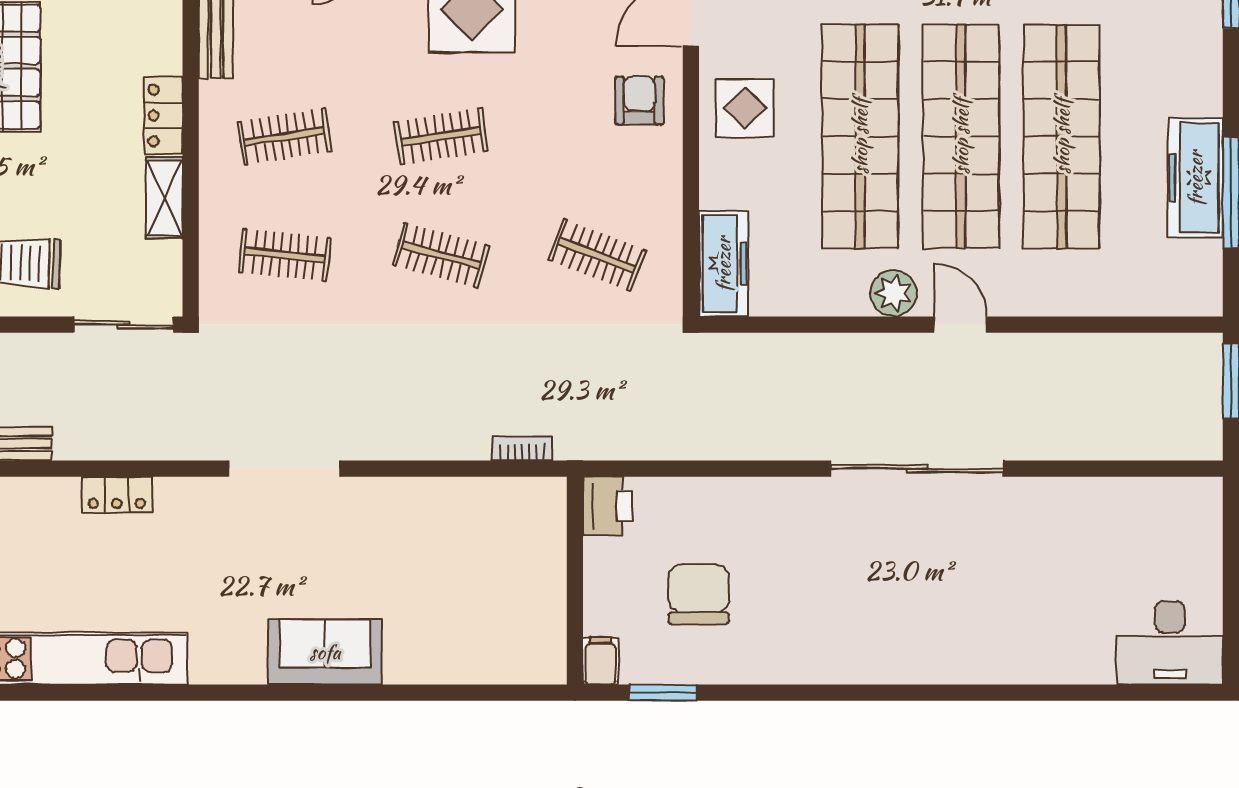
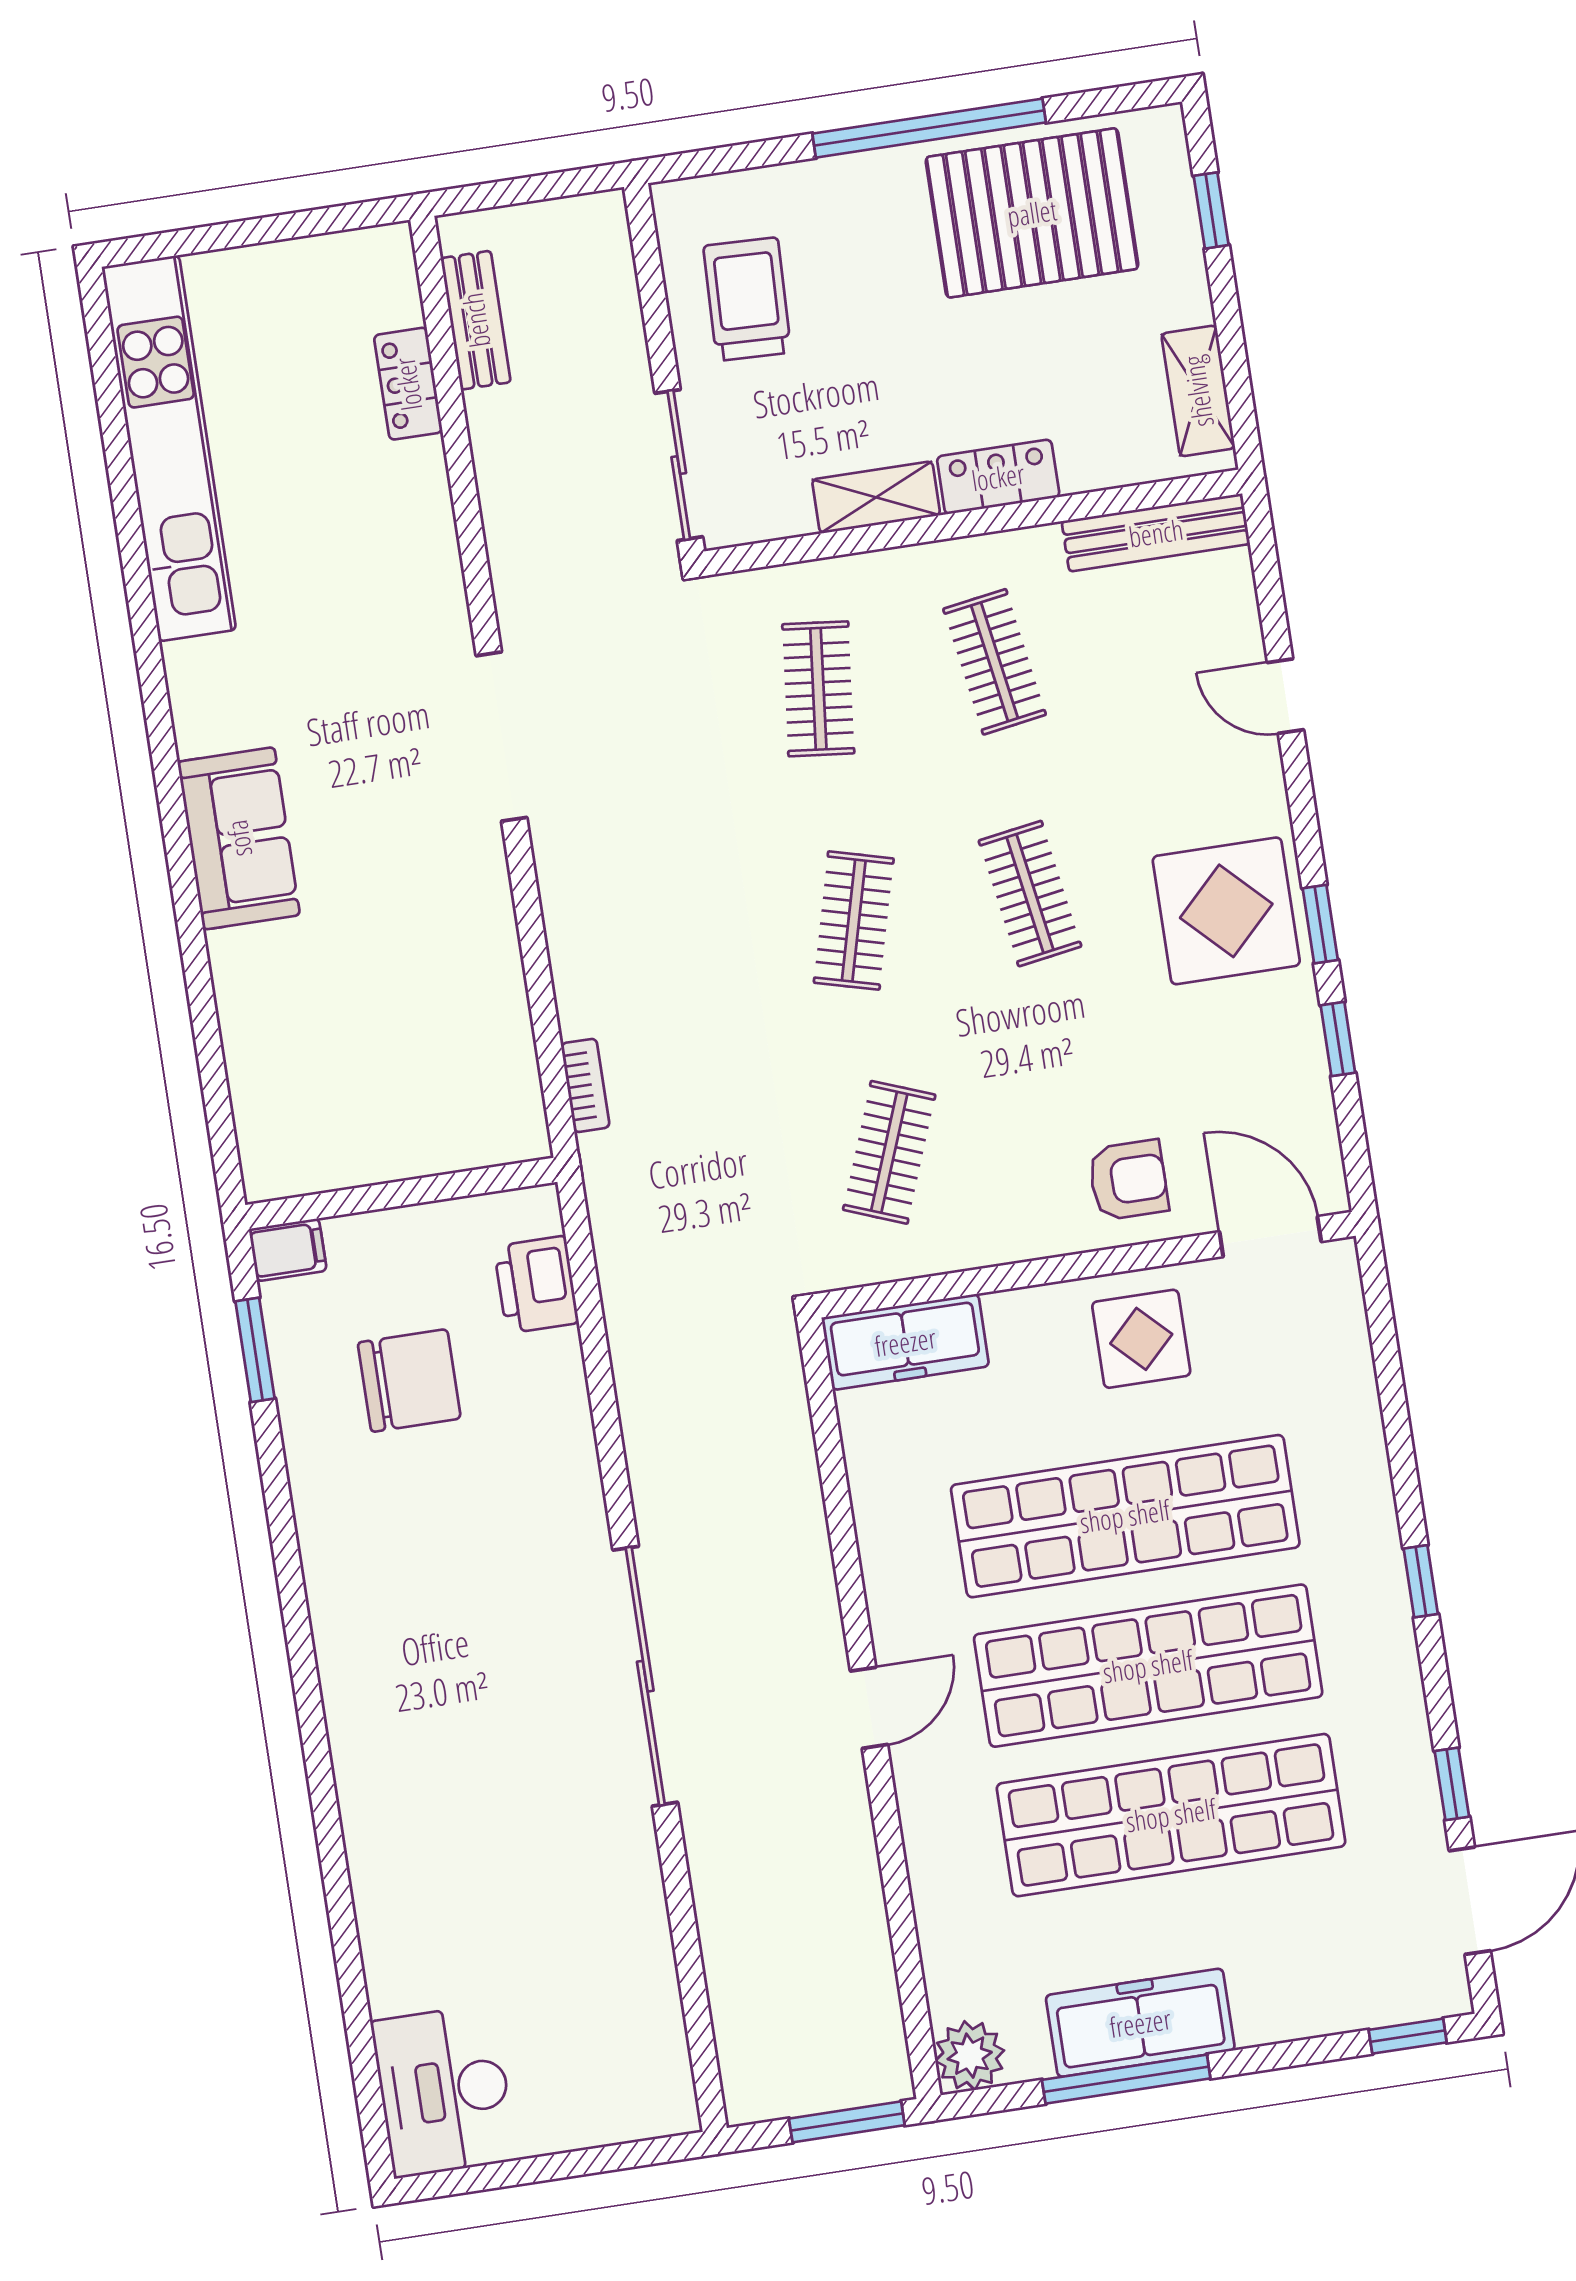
plant: (894, 293) -> (970, 2056), moved
locker: (117, 494) -> (408, 384), moved
printer: (607, 506) -> (536, 1285), moved, turned 90

